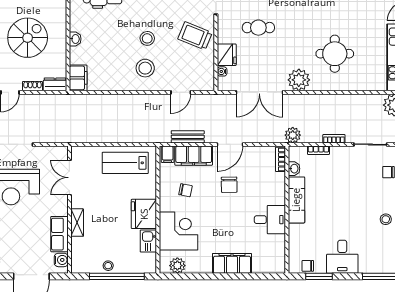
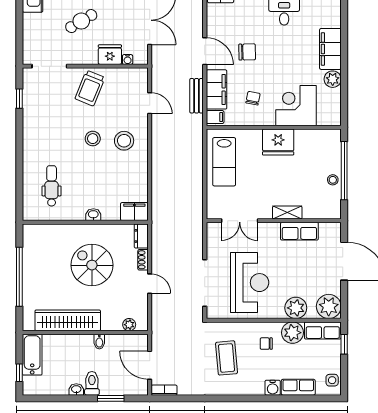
cafe table: (258, 28) -> (81, 21), turned 59
kitchen sink: (148, 241) -> (307, 137), removed
water cooler: (61, 260) -> (327, 229), removed
plant: (177, 266) -> (333, 79), moved

